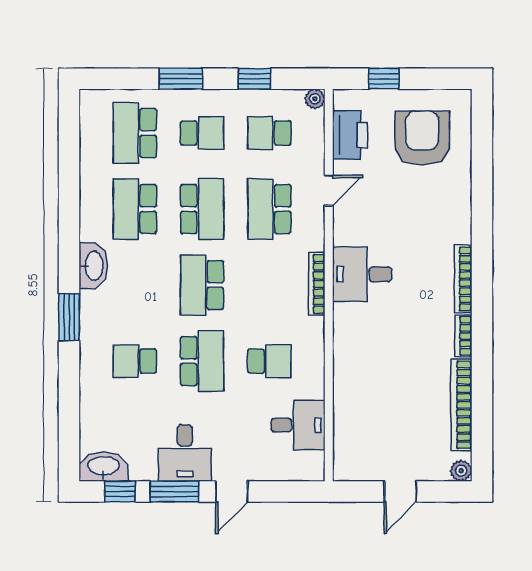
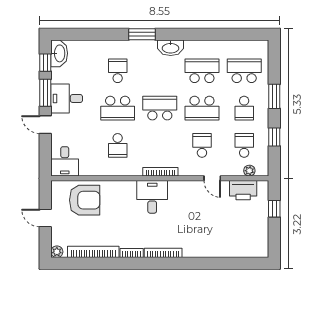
plant: (315, 99) -> (249, 171), moved
armchair: (422, 138) -> (85, 200), moved
school desk: (269, 209) -> (202, 145), width x0.54
desk: (362, 274) -> (152, 197), moved
desk: (298, 425) -> (65, 161), moved

